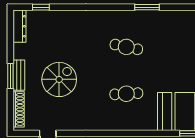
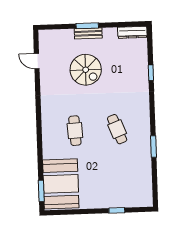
window: (41, 7) -> (151, 73), moved
cafe table: (126, 47) -> (117, 129), turned -33
shoe rack: (19, 109) -> (57, 34), removed

